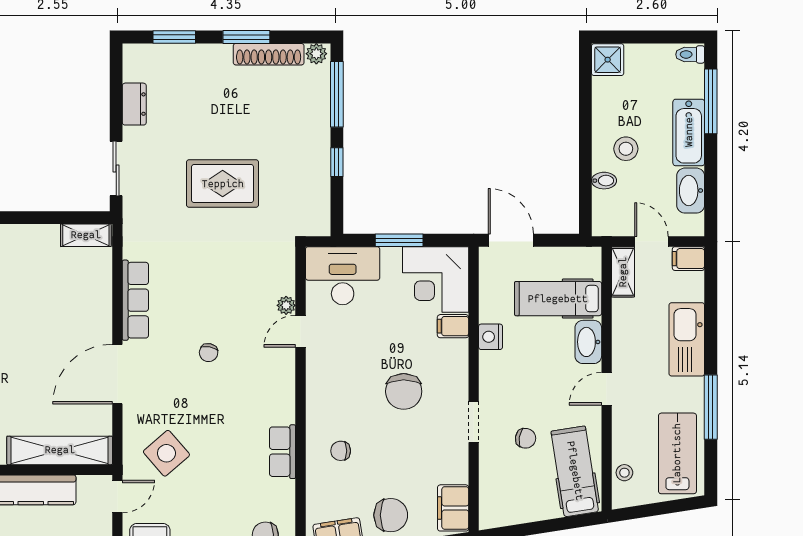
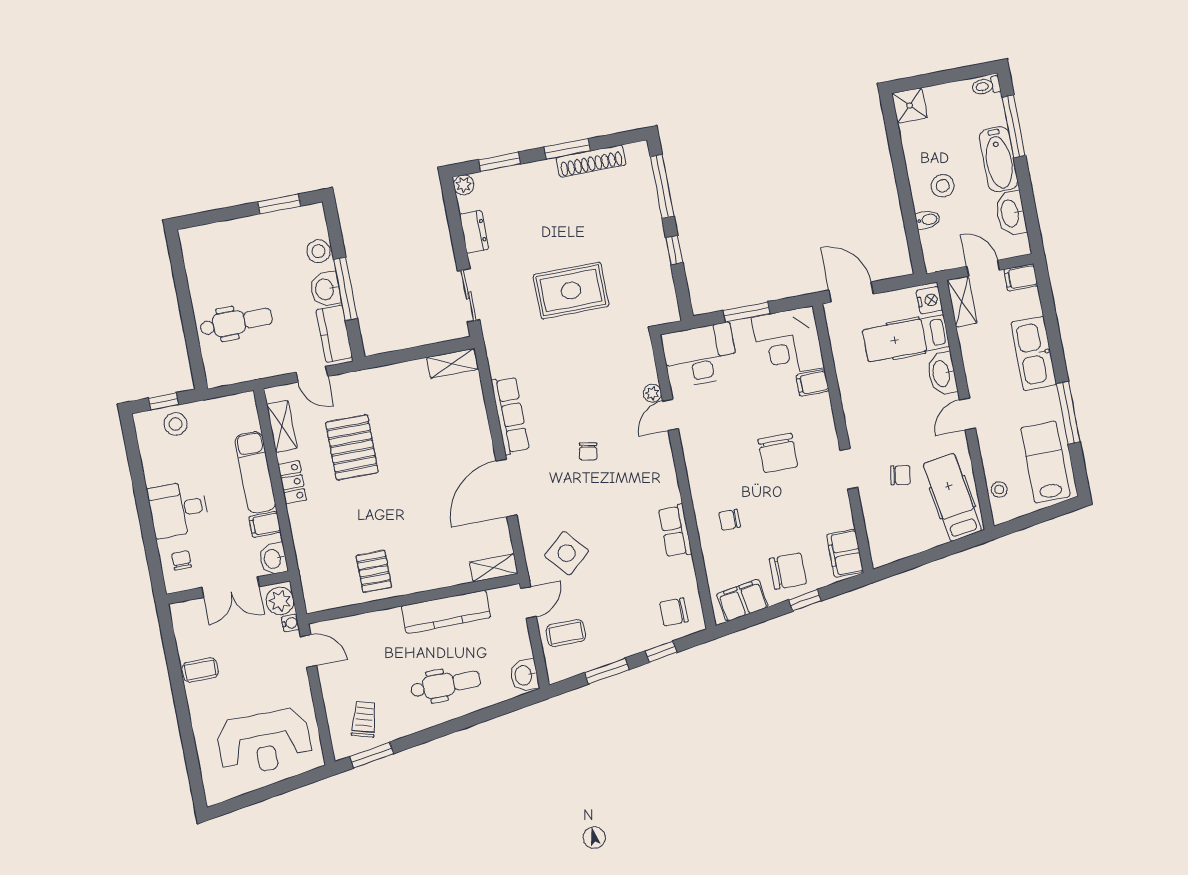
plant: (316, 54) -> (464, 185), moved
nightstand: (491, 337) -> (929, 300), moved, turned 180
shelving: (60, 450) -> (494, 568), width x0.45, depth x0.75

